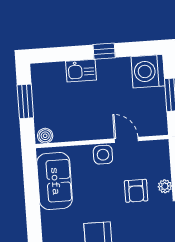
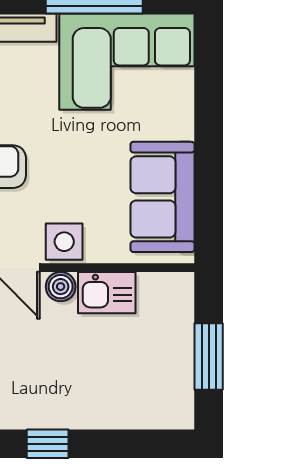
kitchen sink: (81, 71) -> (107, 293), moved, turned 180
boiler: (45, 136) -> (61, 287), moved

